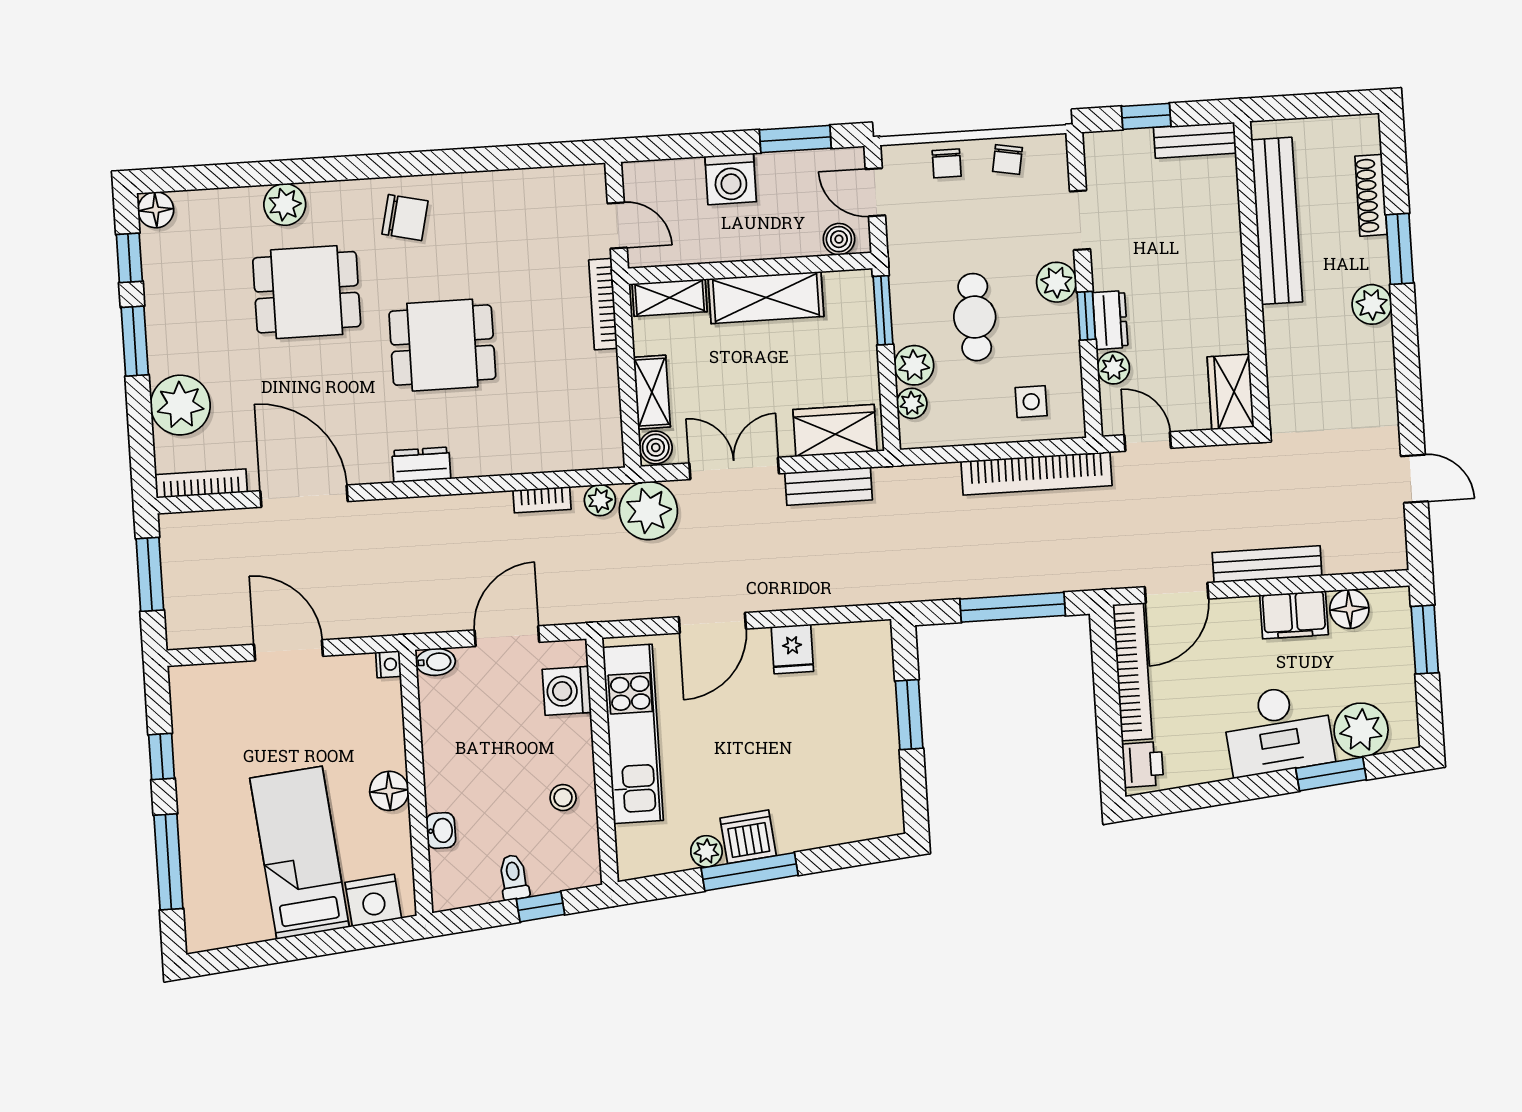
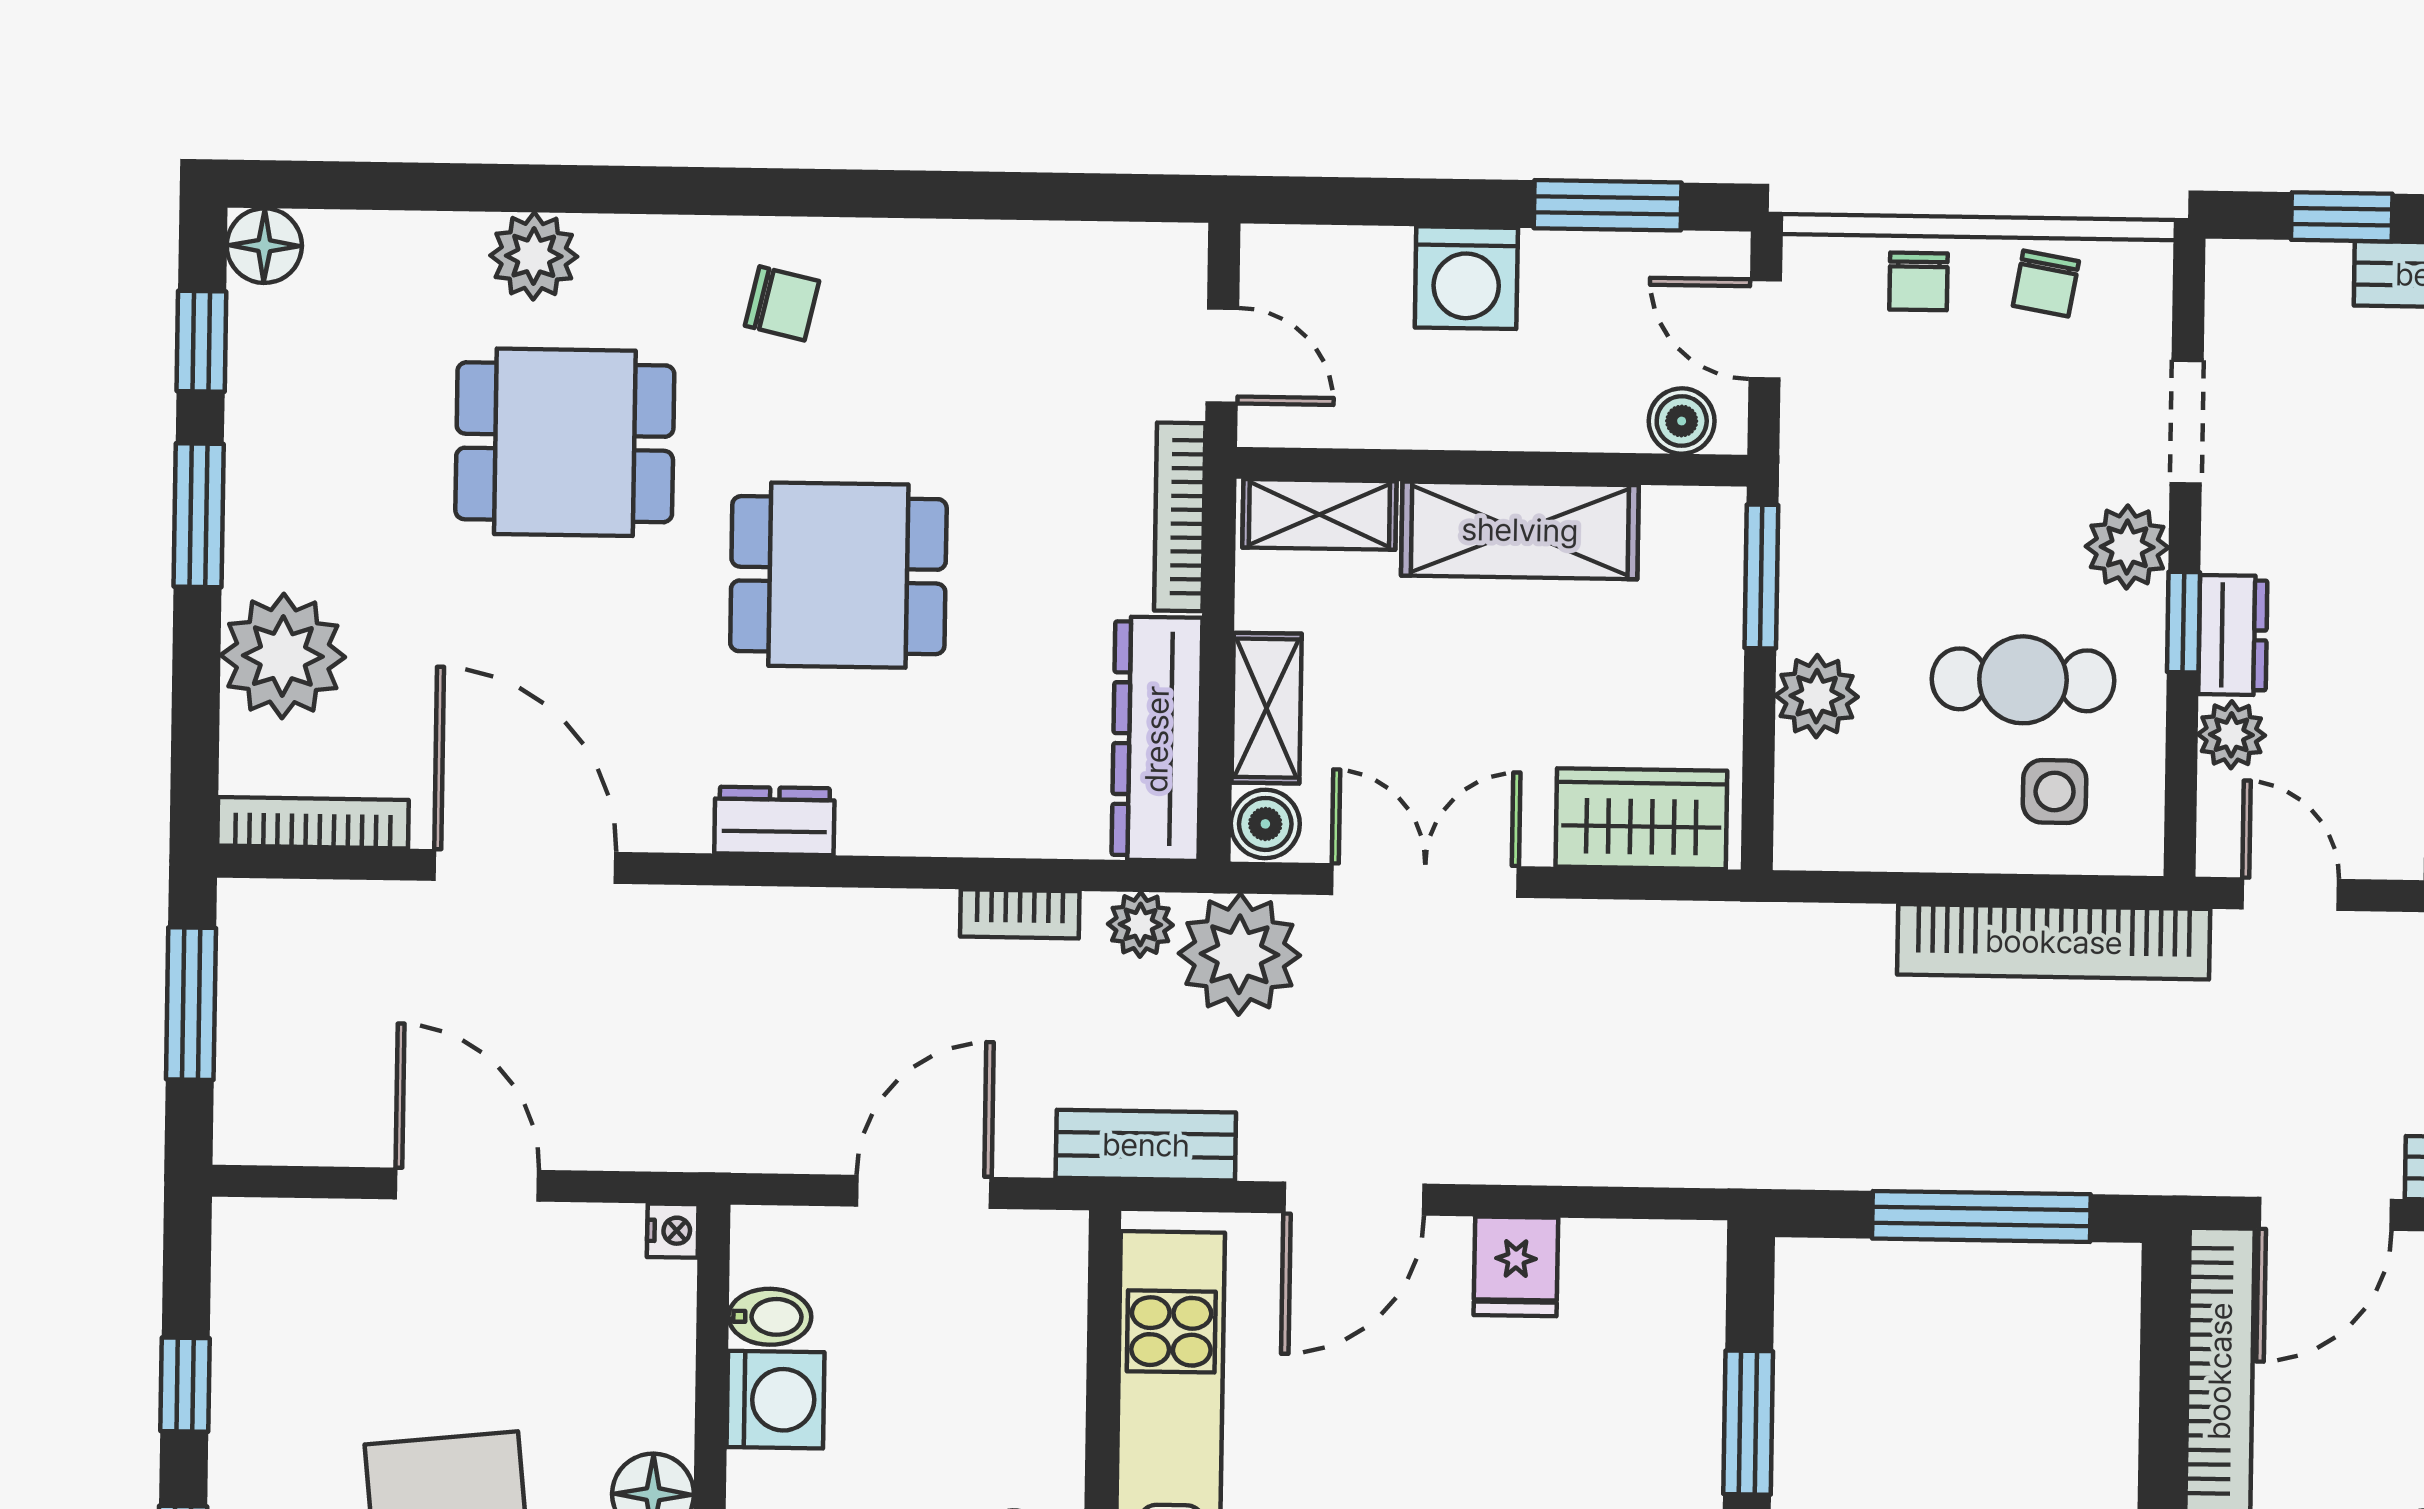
chair: (405, 218) -> (782, 303), width x0.73, depth x0.73
cafe table: (975, 317) -> (2023, 680), moved, turned 90
plant: (912, 403) -> (1806, 775), removed
dresser: (601, 411) -> (1157, 739), added
bench: (829, 486) -> (1146, 1145), moved
bidet: (436, 662) -> (770, 1317), moved
washing machine: (567, 691) -> (775, 1400), moved, turned 180

